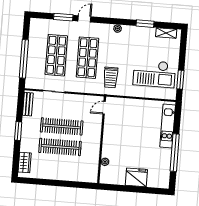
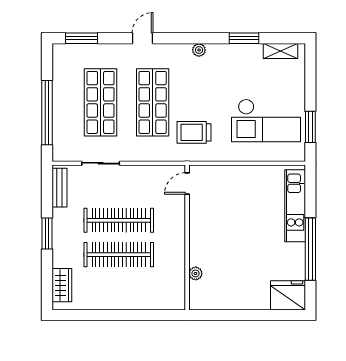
window: (63, 17) -> (82, 38), moved
trolley: (111, 77) -> (194, 132), turned 90
fridge: (136, 177) -> (288, 295), moved

